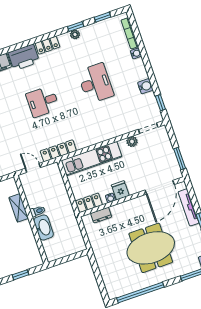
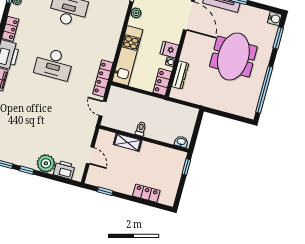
desk: (43, 102) -> (54, 64), width x1.37
door: (33, 168) -> (103, 109), hinge flipped
dresser: (101, 215) -> (180, 75), width x1.44
washbasin: (44, 228) -> (181, 142), moved, width x0.52, depth x0.69
window: (20, 275) -> (186, 167), moved

